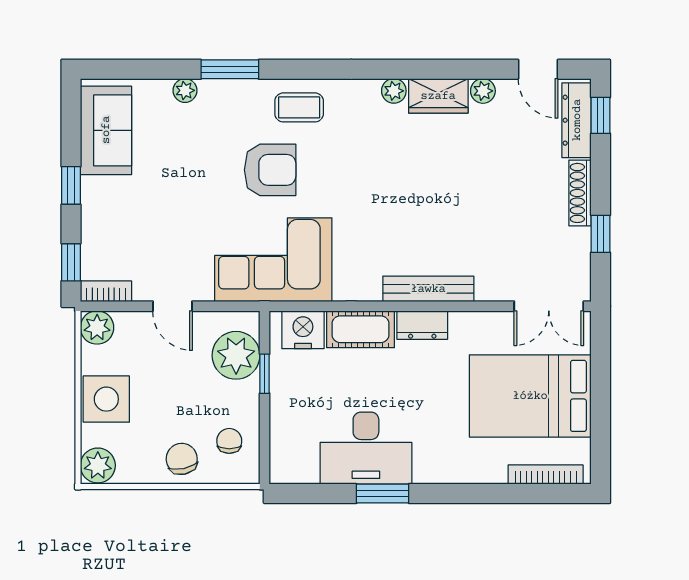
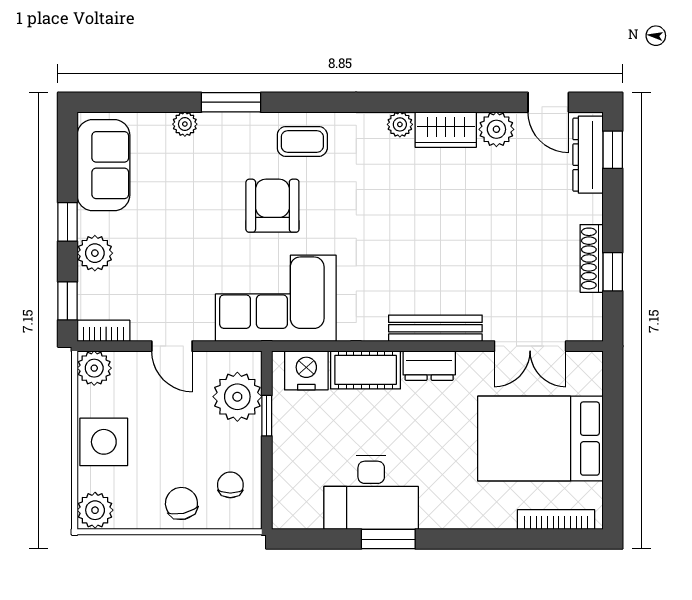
plant: (483, 91) -> (496, 129), width x1.38, depth x1.38
armchair: (270, 170) -> (272, 206), turned -90
shoe rack: (580, 193) -> (592, 258), moved
plant: (98, 216) -> (95, 253), added
double door: (549, 306) -> (530, 346), moved

